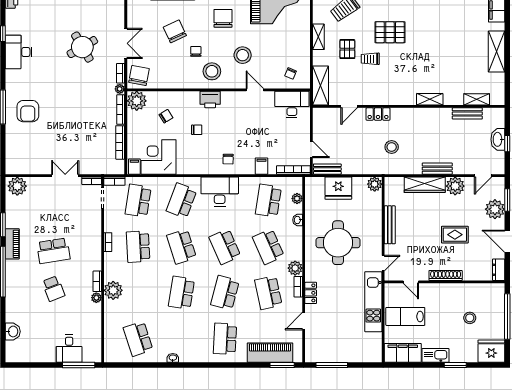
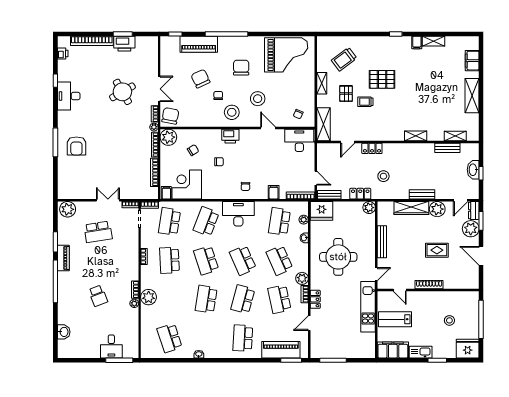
locker: (364, 168) -> (360, 194), added
fridge: (338, 188) -> (322, 211), moved
school desk: (53, 251) -> (98, 232), moved
dresser: (499, 270) -> (474, 211), moved

